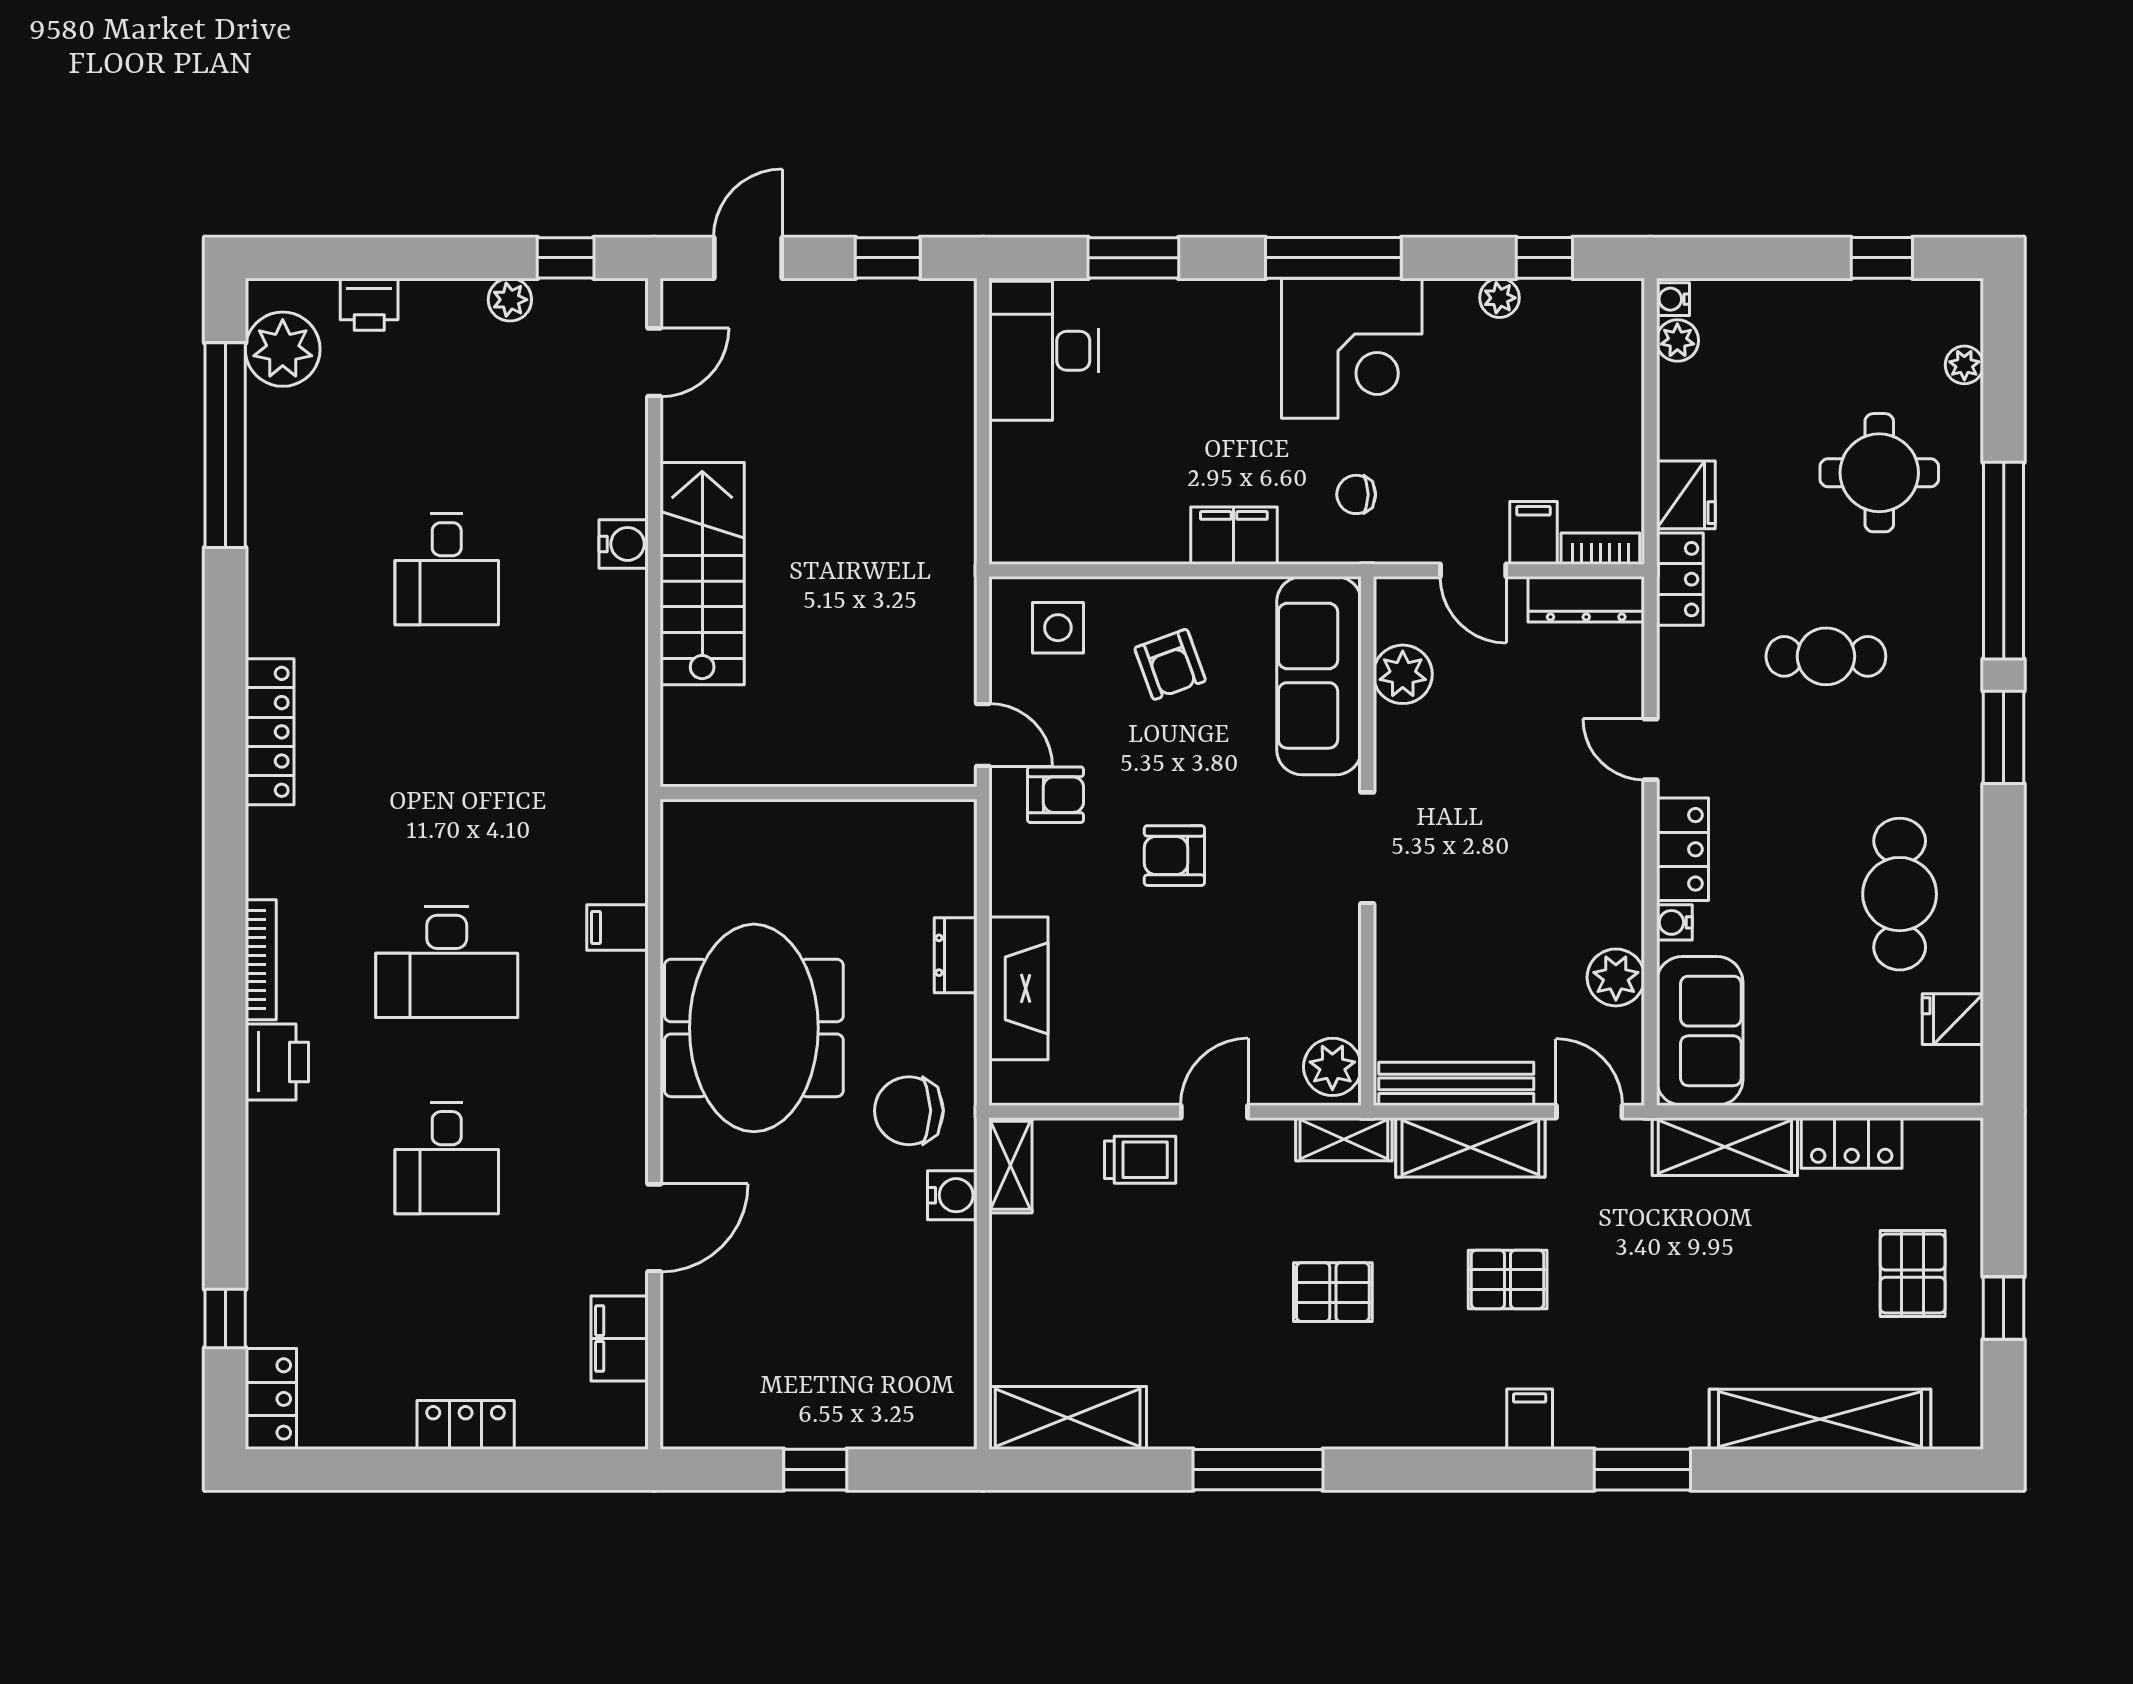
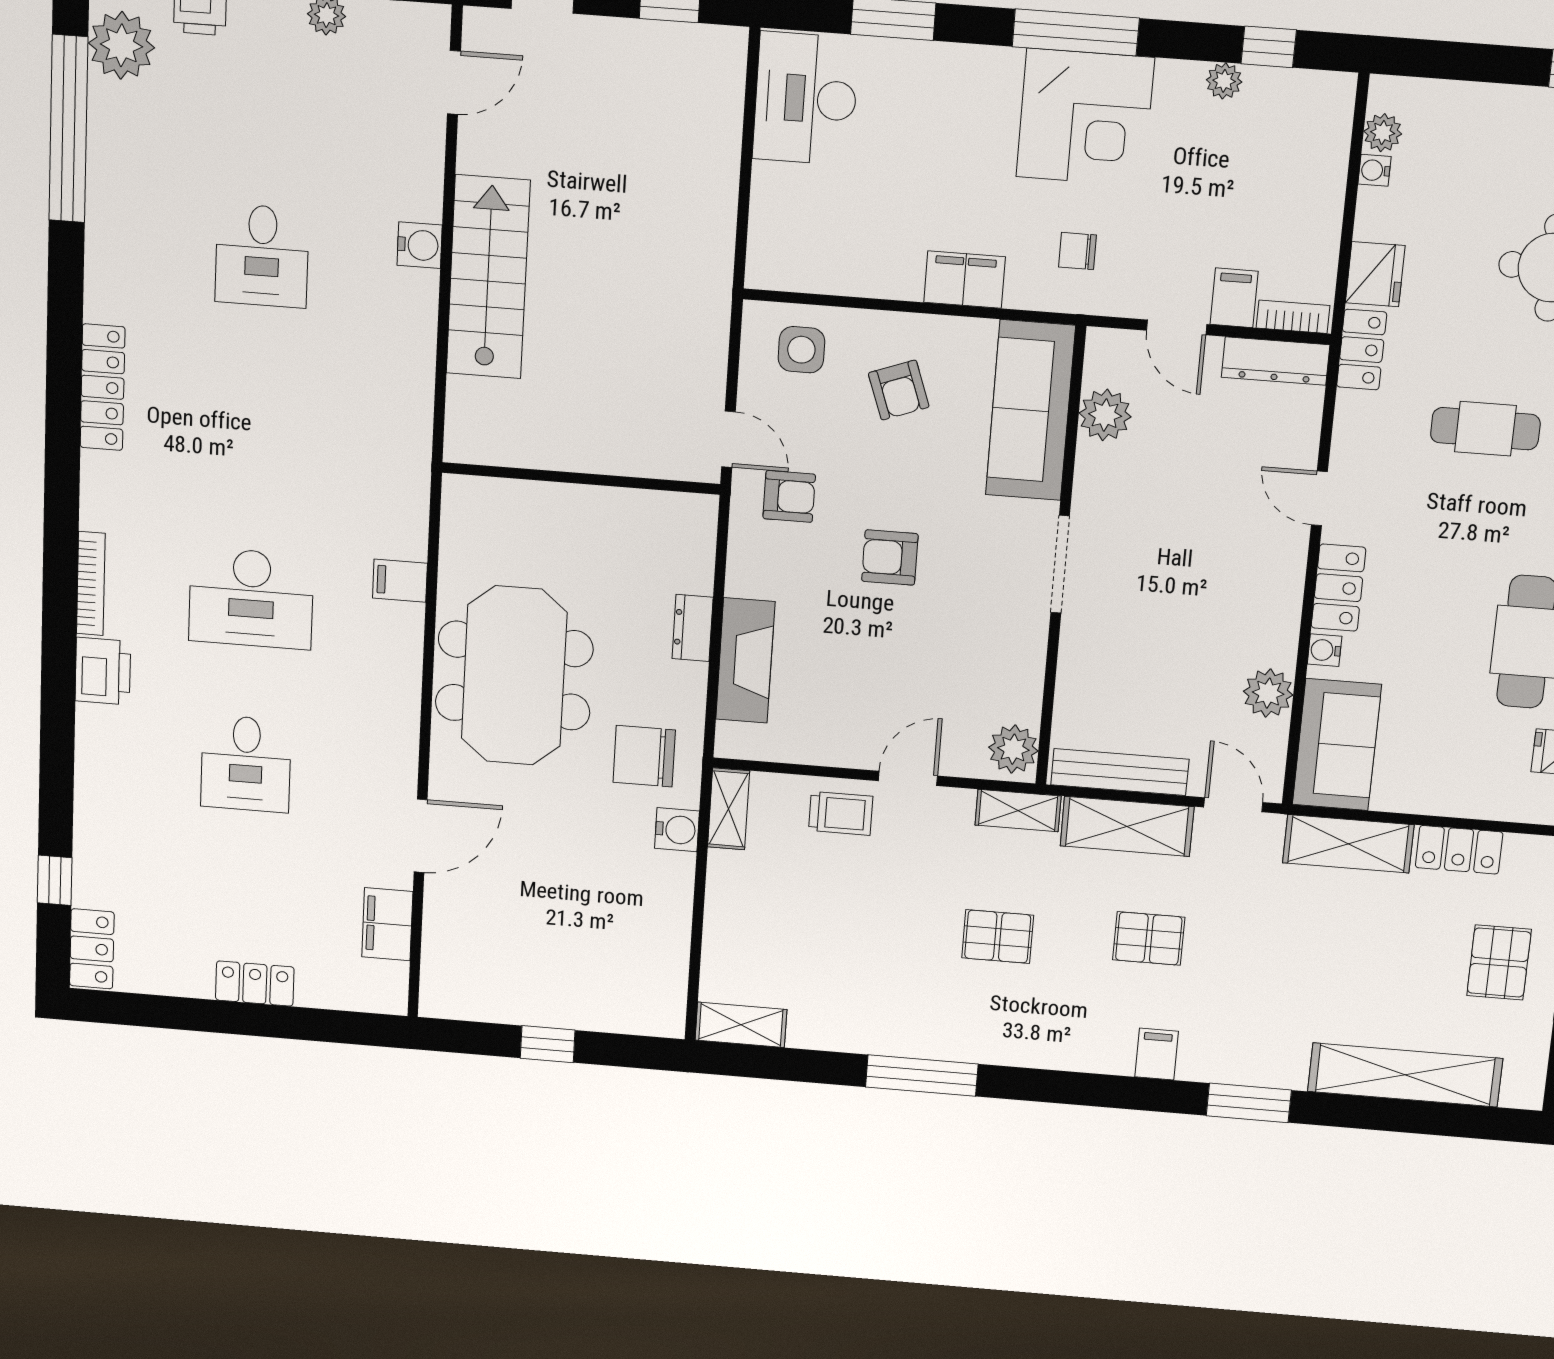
water cooler: (1673, 299) -> (1374, 170), moved
shelving: (1068, 1418) -> (741, 1025), width x0.67, depth x0.75

